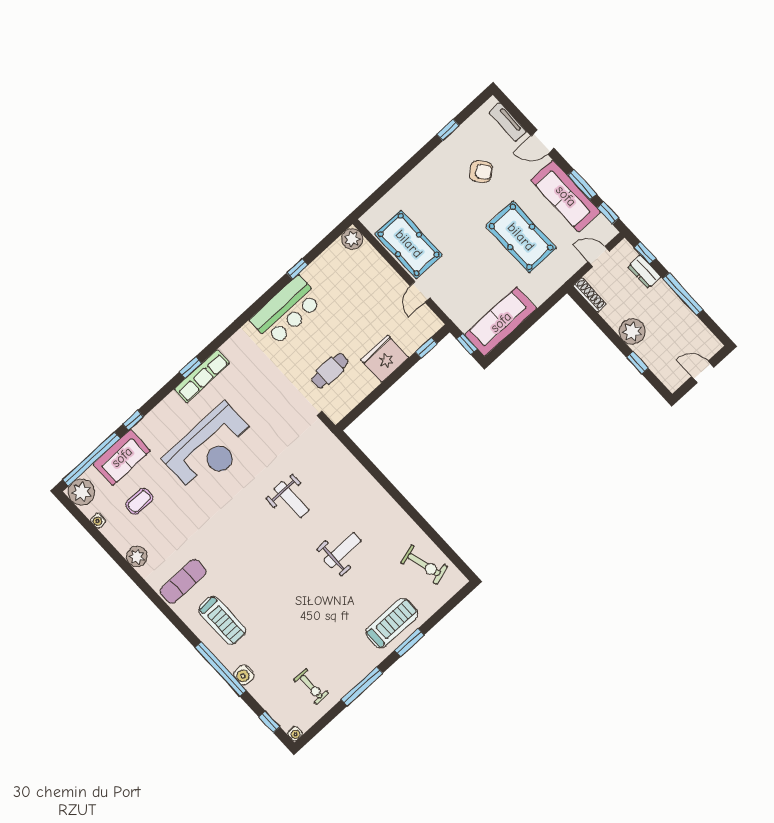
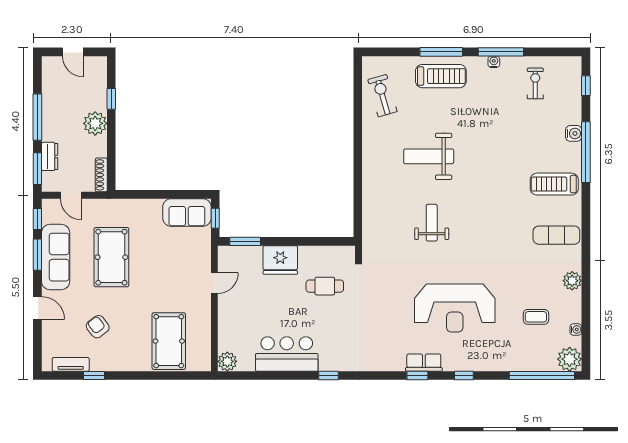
tv unit: (508, 122) -> (71, 364), moved, turned -90
pool table: (409, 244) -> (169, 341), moved
window: (645, 253) -> (37, 169), width x1.50
window: (297, 269) -> (329, 376), moved
bar counter: (286, 311) -> (287, 354), moved
sofa: (501, 322) -> (187, 213), width x0.73
window: (426, 348) -> (245, 241), width x1.50
row of seats: (202, 376) -> (424, 363), width x0.68
window: (133, 420) -> (464, 376), moved
reception desk: (210, 449) -> (455, 308), turned 180
sofa: (122, 457) -> (520, 358), removed
weight bench: (343, 550) -> (429, 156), width x1.36, depth x1.33
treadmill: (222, 620) -> (554, 184), turned -90
treadmill: (392, 623) -> (441, 76), turned 180
window: (409, 643) -> (441, 52), width x1.44
water cooler: (295, 734) -> (494, 62), moved

